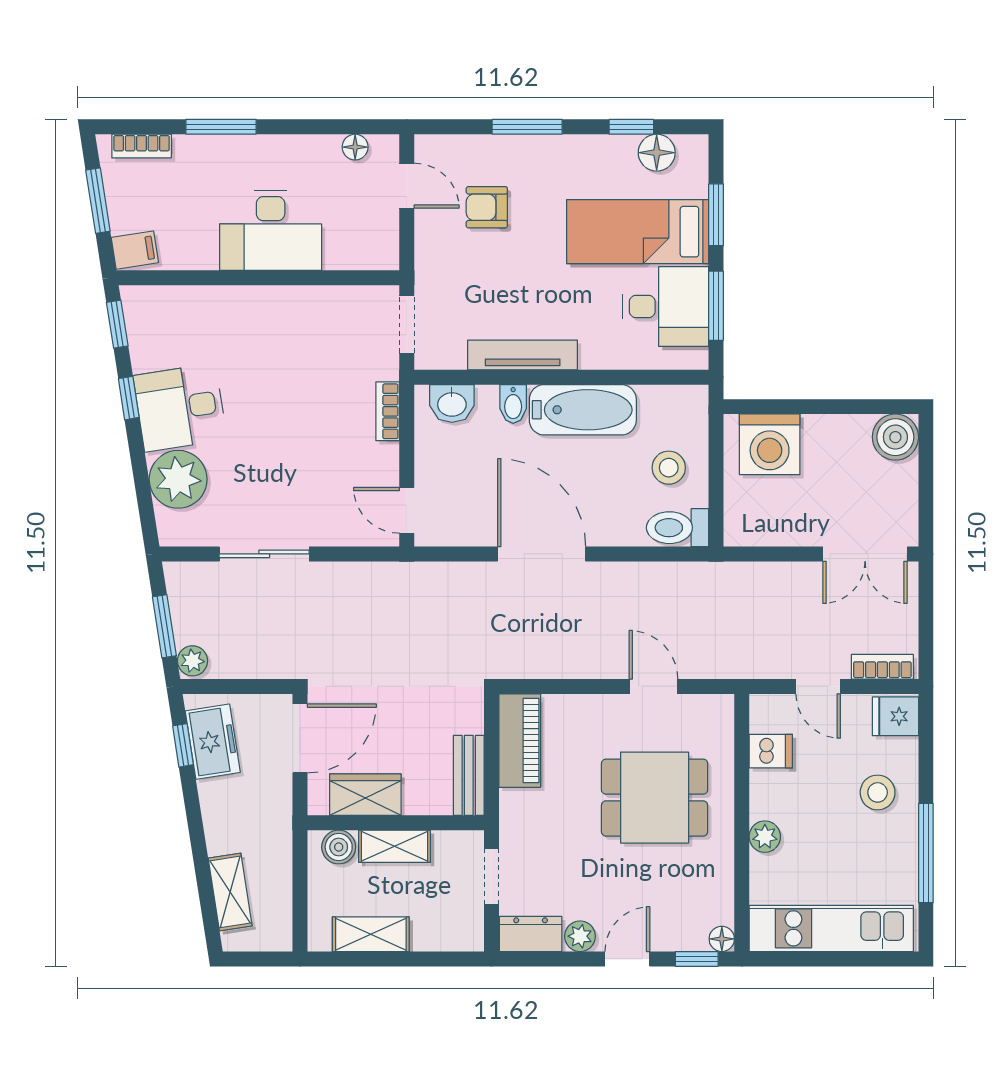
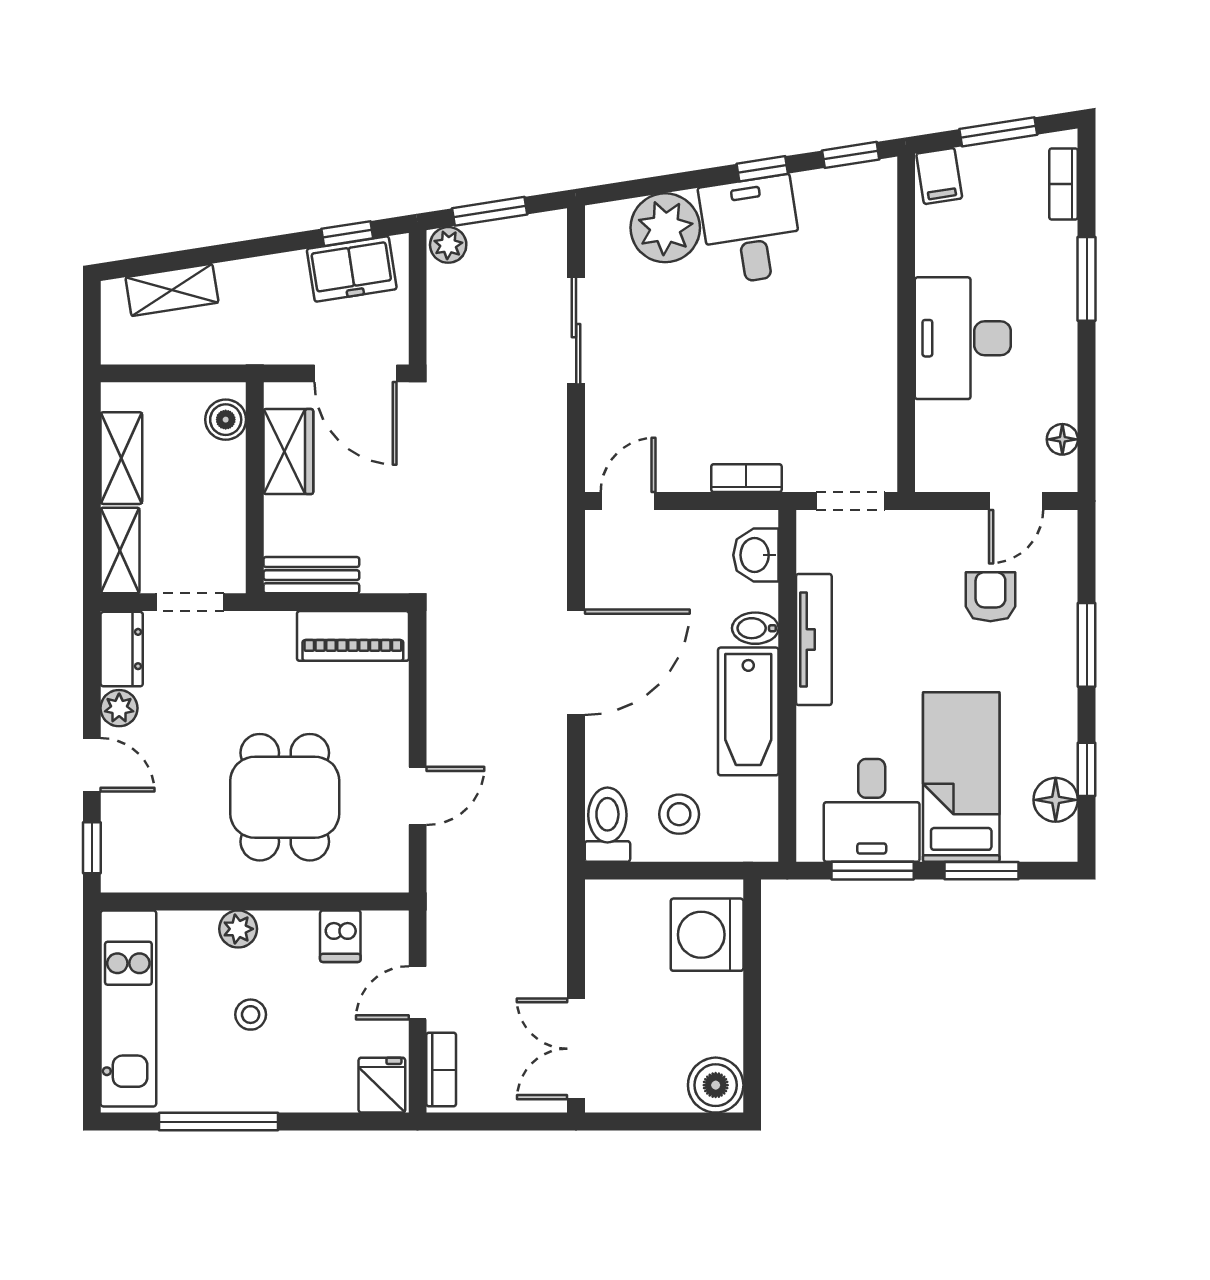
stool: (878, 792) -> (251, 1015), moved, width x0.73, depth x0.73
shelving: (394, 846) -> (120, 550), moved
floor lamp: (722, 939) -> (116, 878), removed

